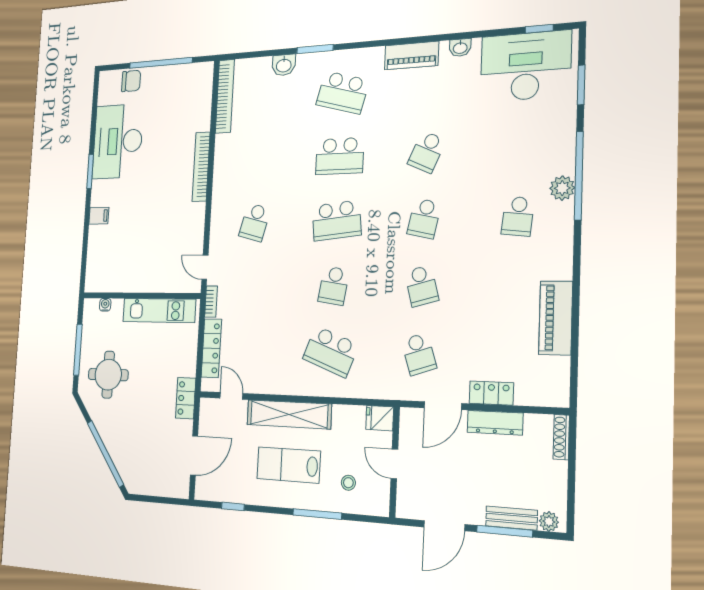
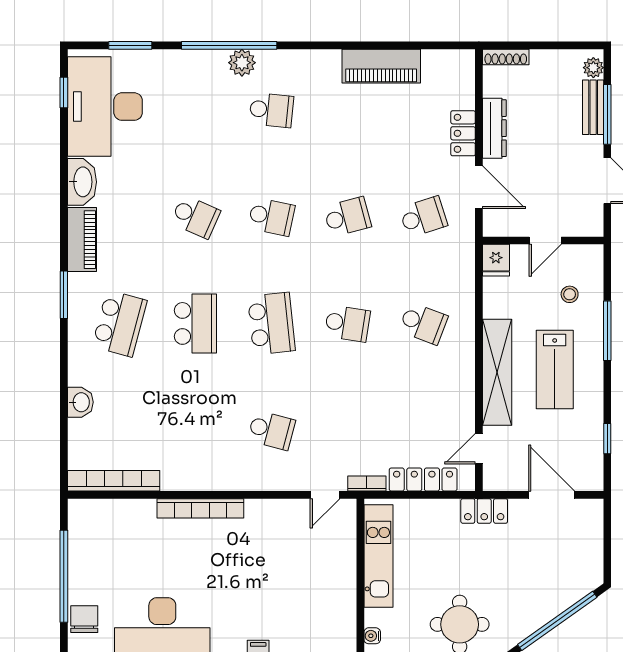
washbasin: (460, 48) -> (82, 182), width x1.91, depth x1.45
window: (315, 49) -> (64, 295), moved
school desk: (331, 352) -> (423, 323), width x0.54

